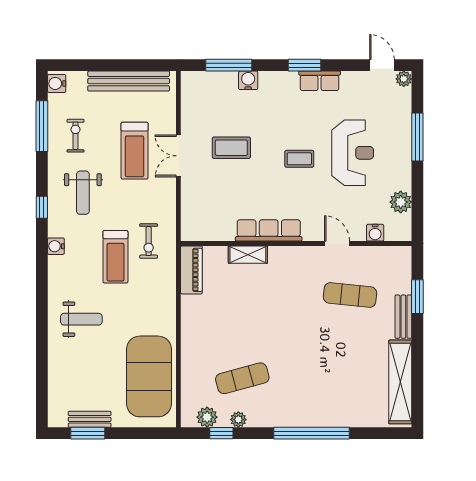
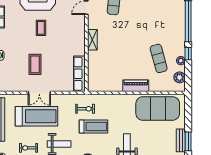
treadmill: (135, 151) -> (37, 116), width x1.37, depth x1.38
row of seats: (269, 230) -> (79, 74), moved
shelving: (248, 255) -> (92, 40), moved
piano: (191, 270) -> (136, 86), moved
window: (221, 433) -> (188, 54), moved

